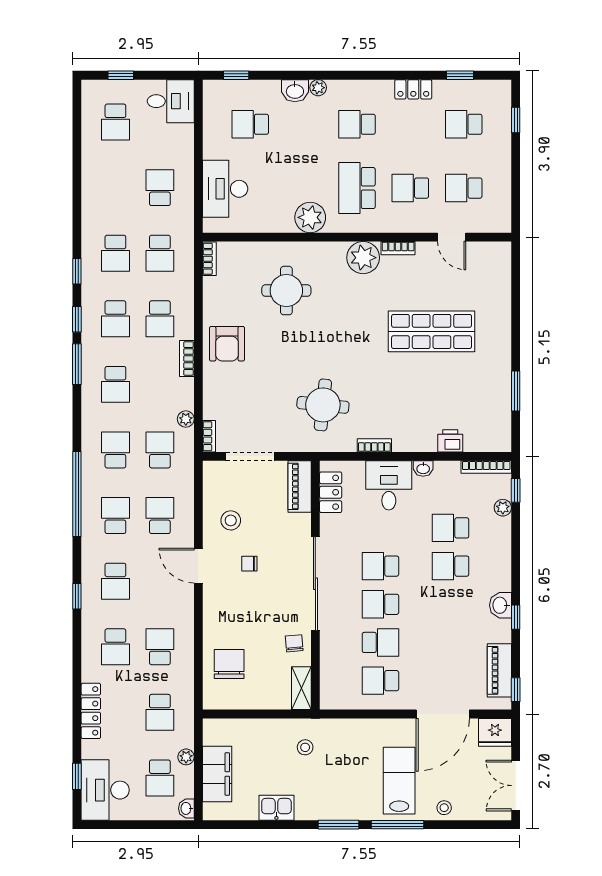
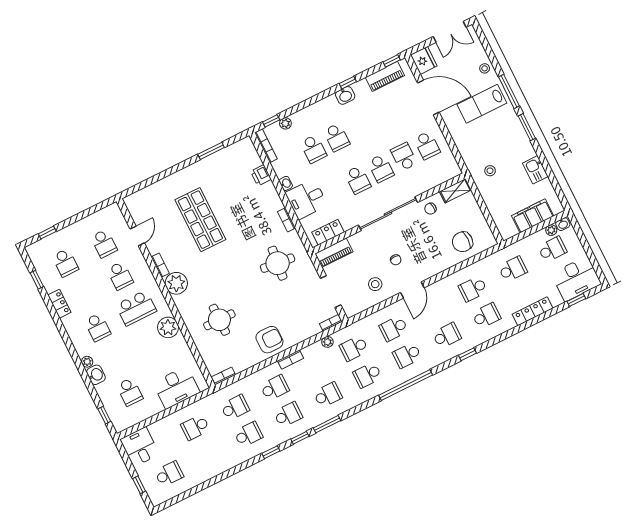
plant: (186, 757) -> (551, 230), moved

